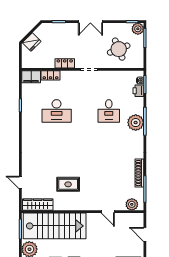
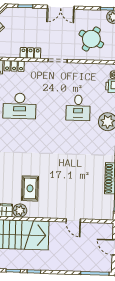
round table: (119, 49) -> (91, 39), turned -38
rug: (68, 184) -> (30, 188), turned 90
plant: (132, 204) -> (20, 211), moved

